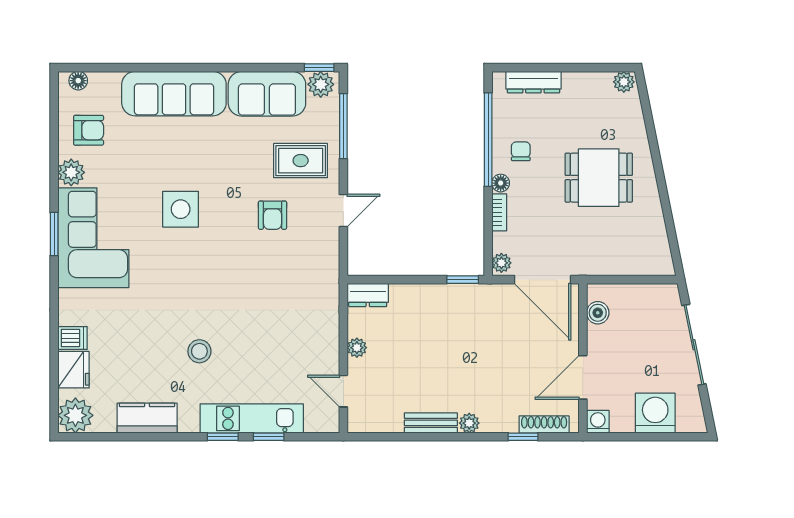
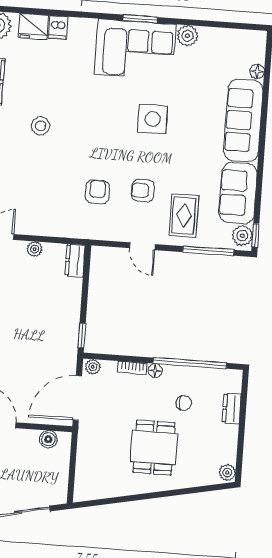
floor lamp: (78, 81) -> (257, 71), moved
dresser: (533, 82) -> (232, 408), width x0.70
armchair: (89, 130) -> (97, 192), moved, turned 180
chair: (521, 151) -> (184, 403), moved

